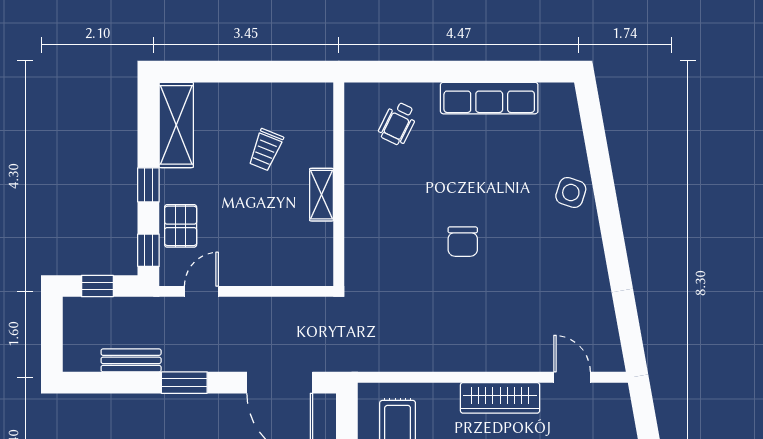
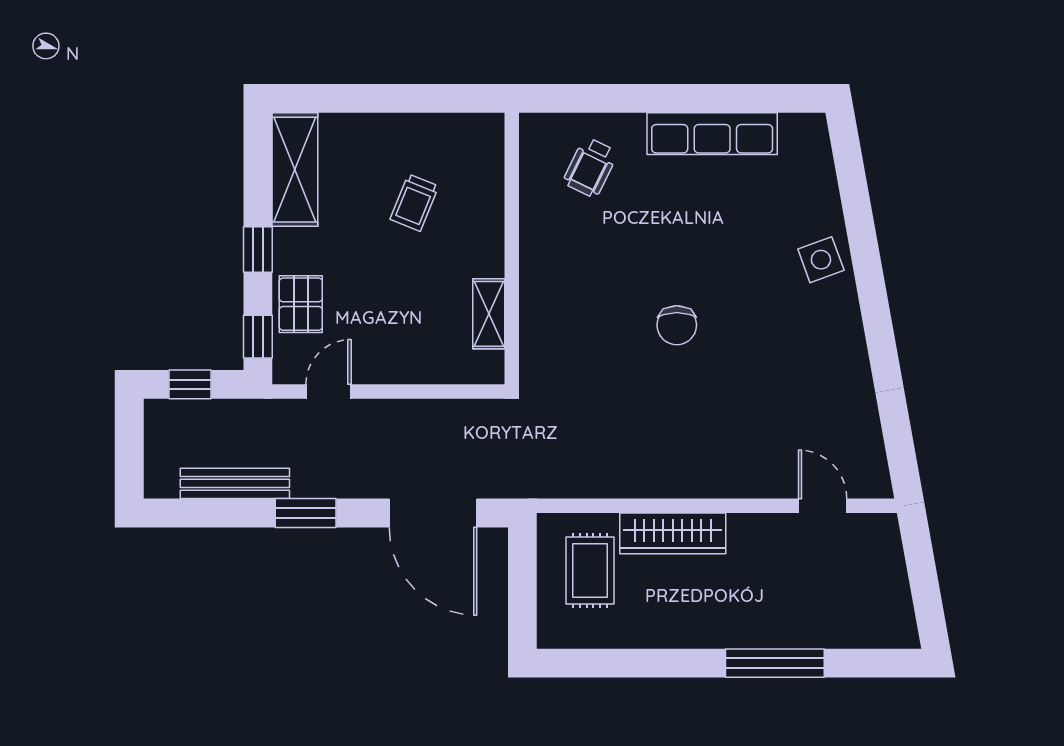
side table: (571, 193) -> (821, 260), turned -38
shelving: (322, 195) -> (489, 314), moved
bench: (131, 360) -> (235, 483), width x1.36
wardrobe: (500, 398) -> (673, 533), moved

